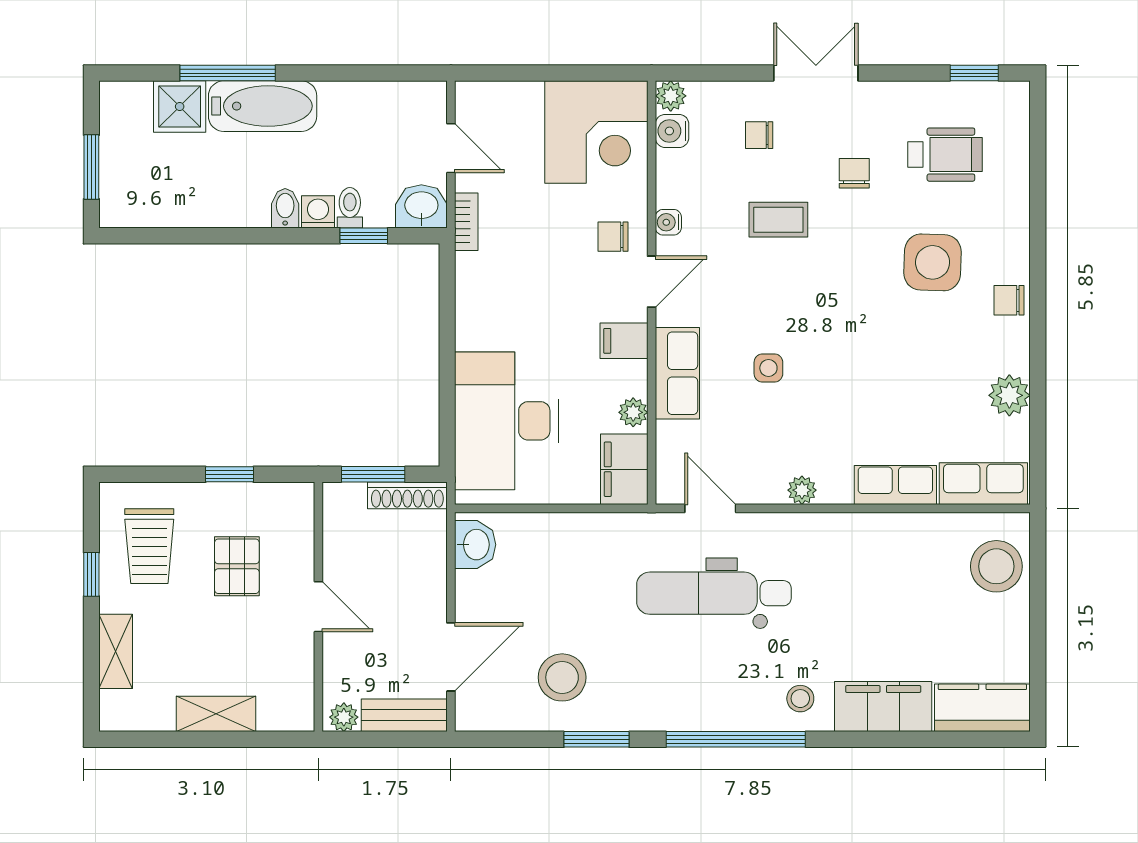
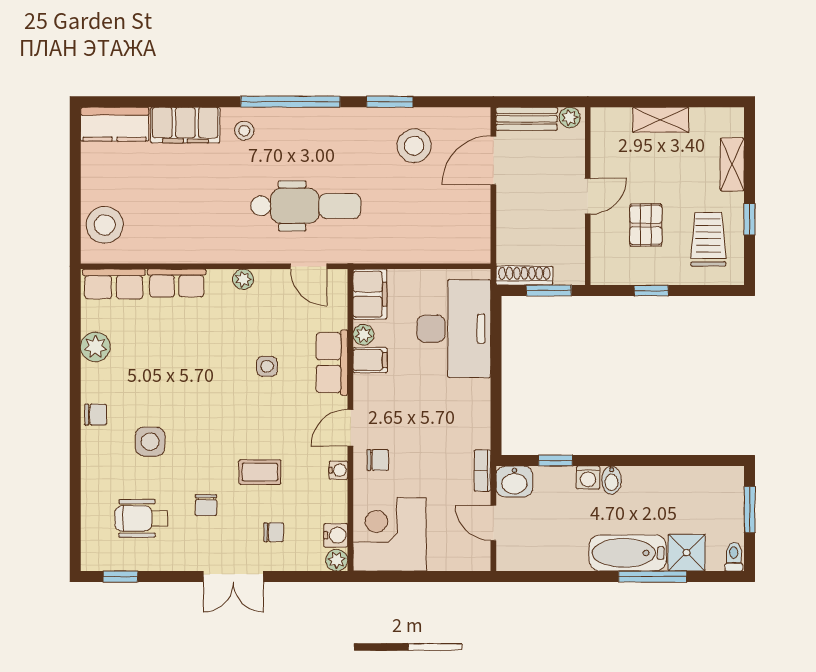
toilet: (350, 208) -> (734, 557), moved, turned 180
side table: (933, 262) -> (150, 442), width x0.73, depth x0.73
filing cabinet: (624, 341) -> (370, 360), moved
washbasin: (475, 545) -> (476, 241), removed
door: (318, 607) -> (588, 196), swing flipped

